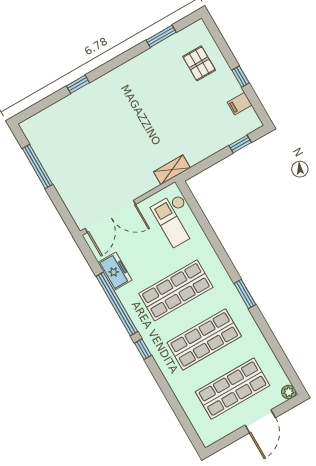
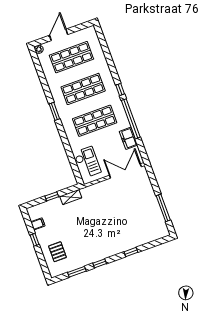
window: (126, 56) -> (100, 263), added
window: (240, 144) -> (52, 196), moved
shelving: (172, 170) -> (71, 197), moved

